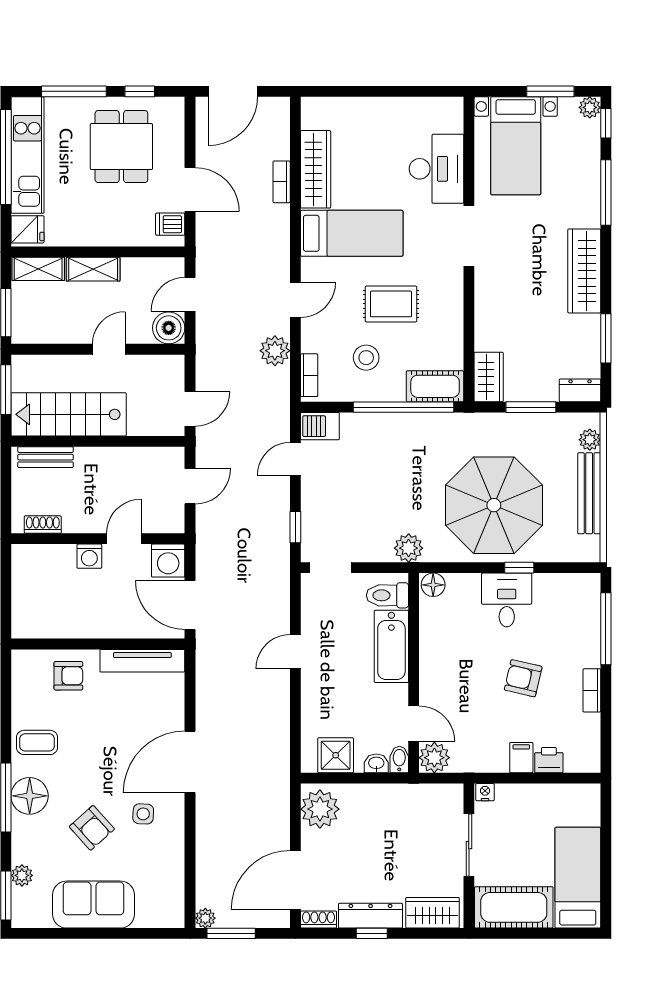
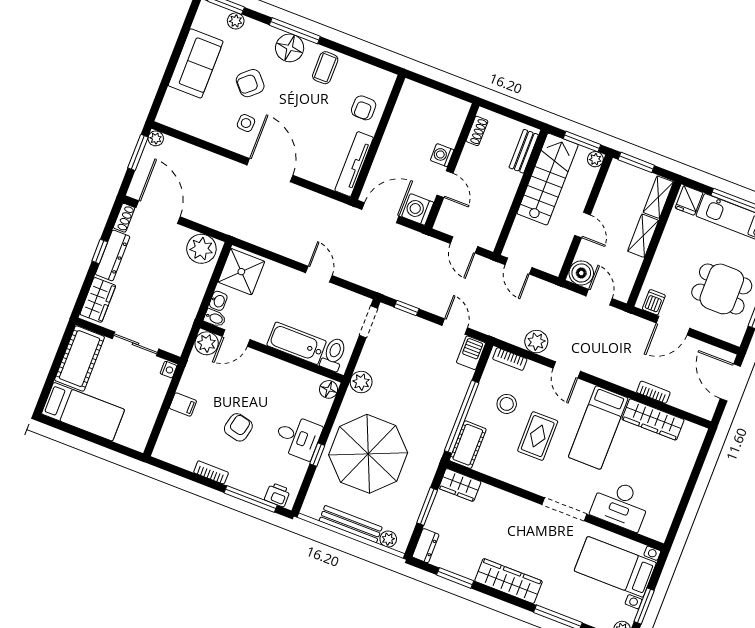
plant: (21, 365) -> (595, 159), added
shower: (336, 755) -> (241, 272), width x1.36, depth x1.36
printer: (549, 760) -> (277, 495), moved, turned -90

